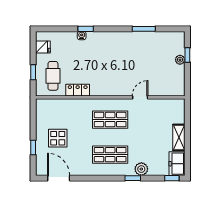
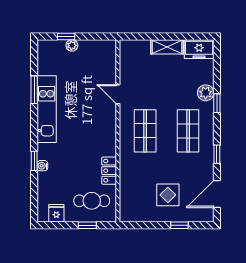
kitchen unit: (128, 39) -> (47, 109), added
window: (172, 178) -> (217, 154), moved

